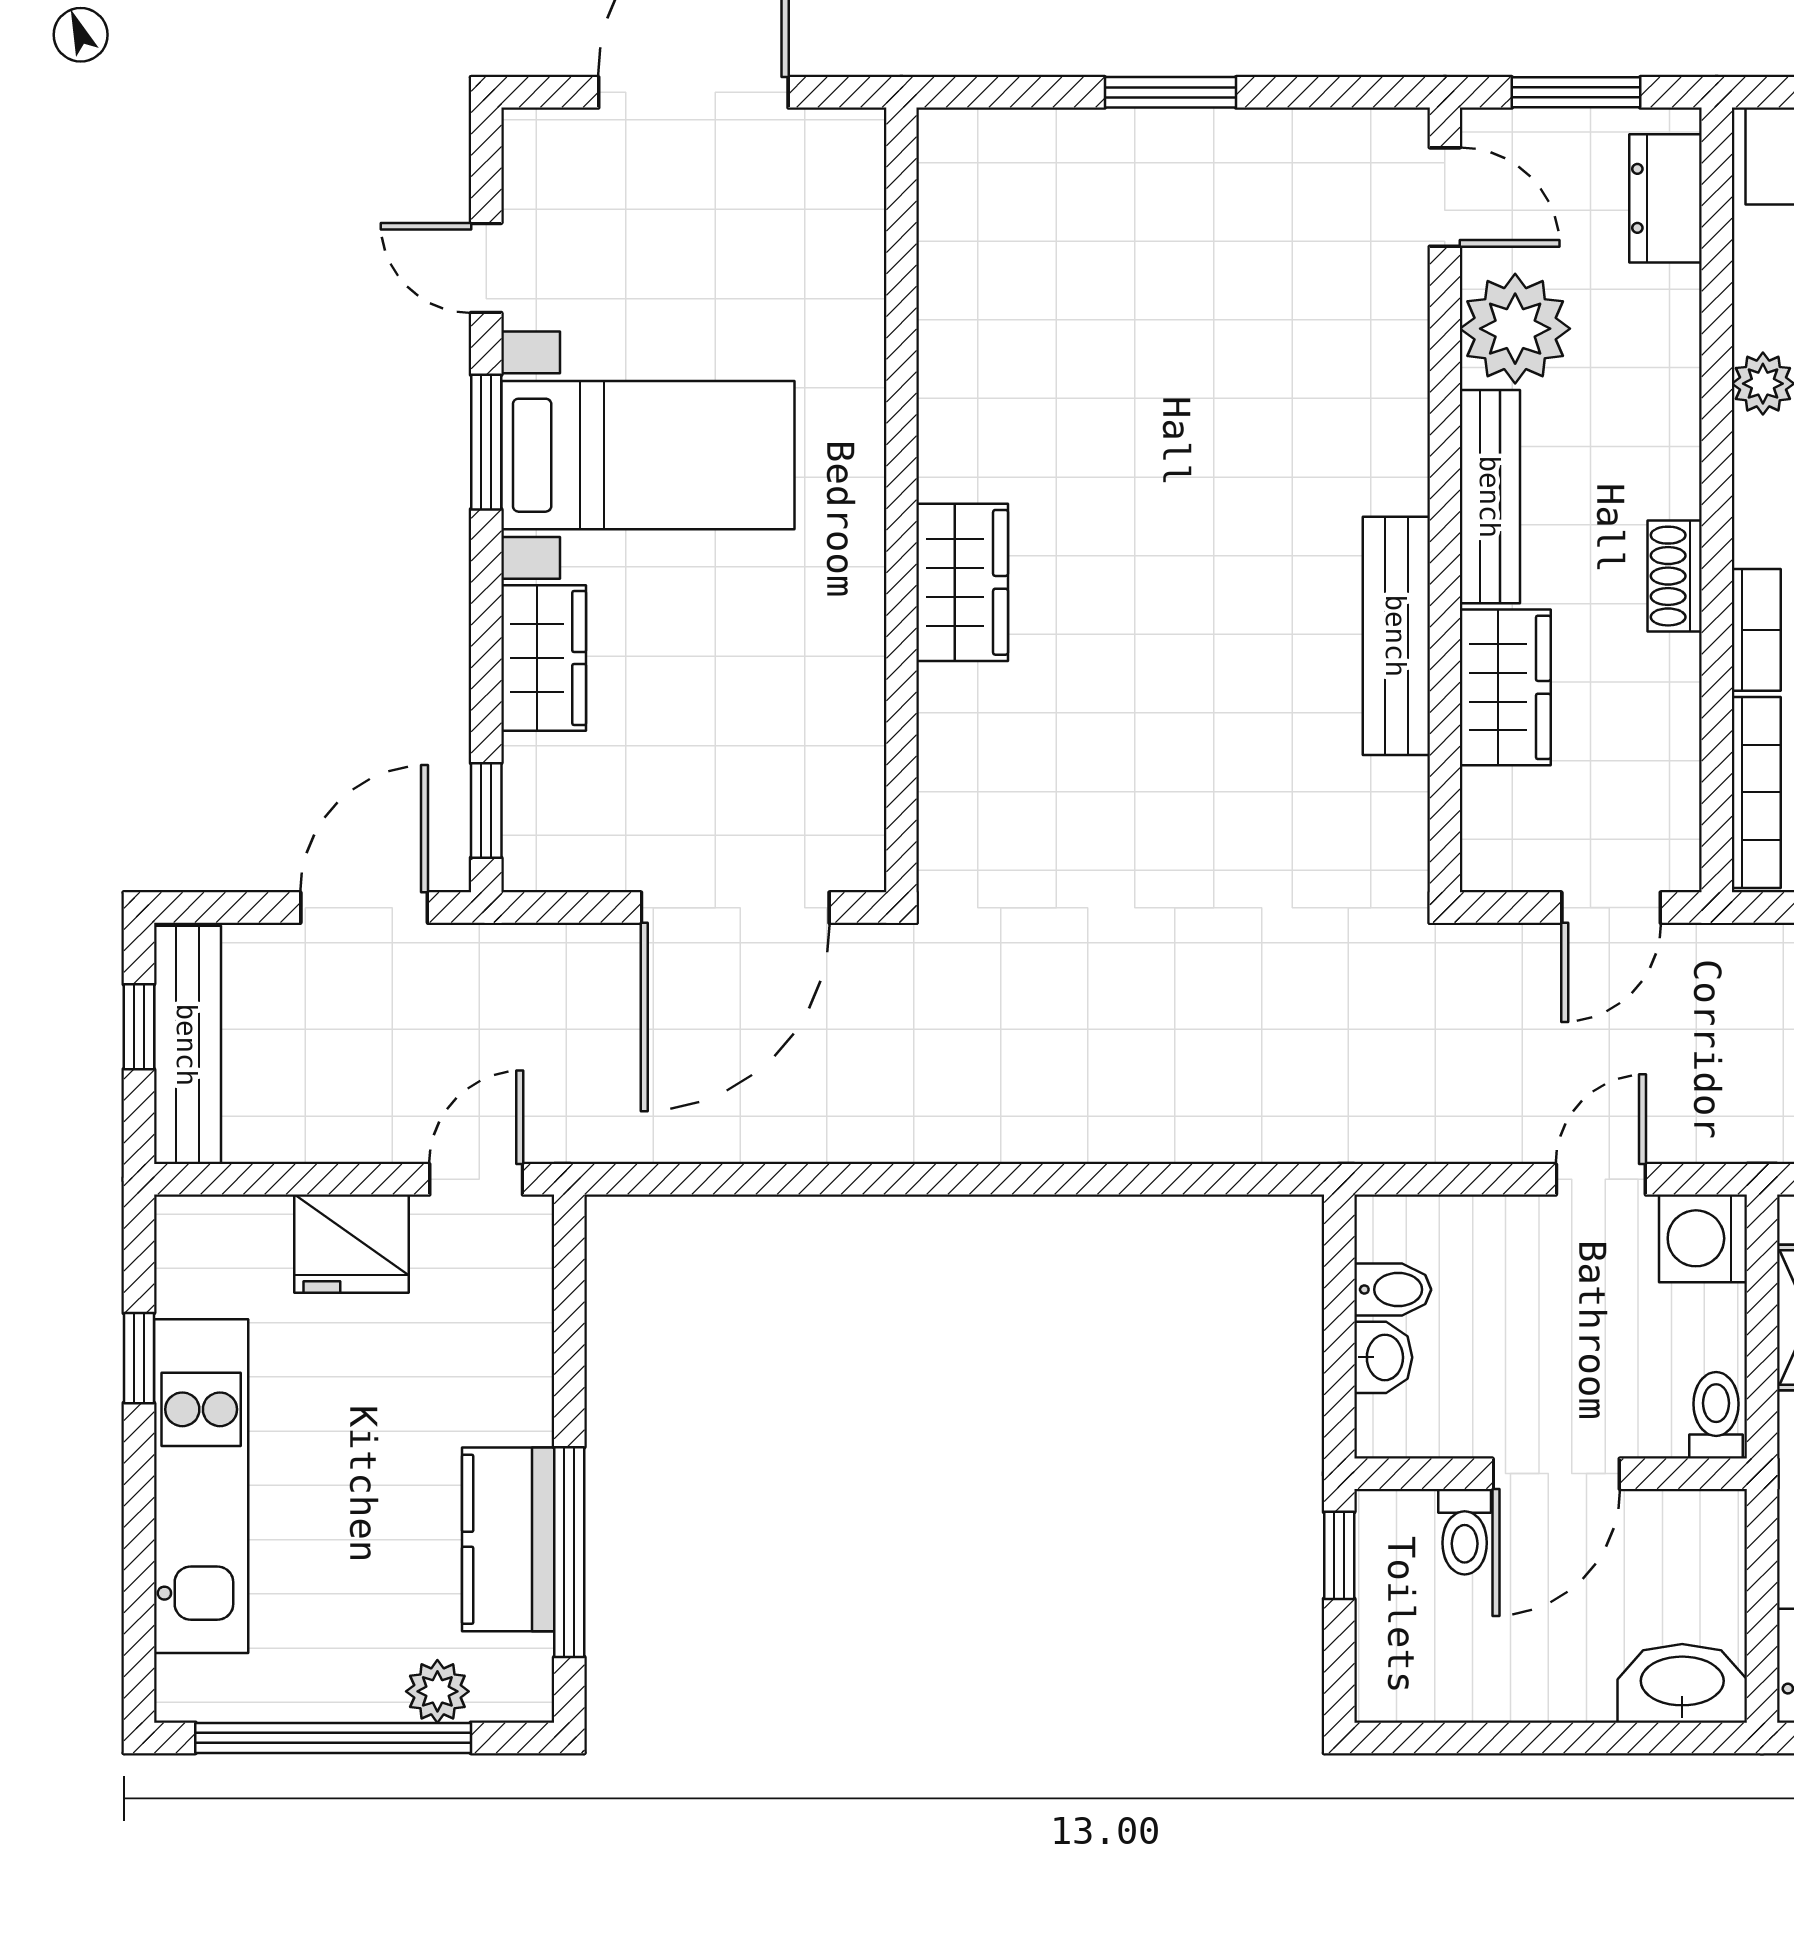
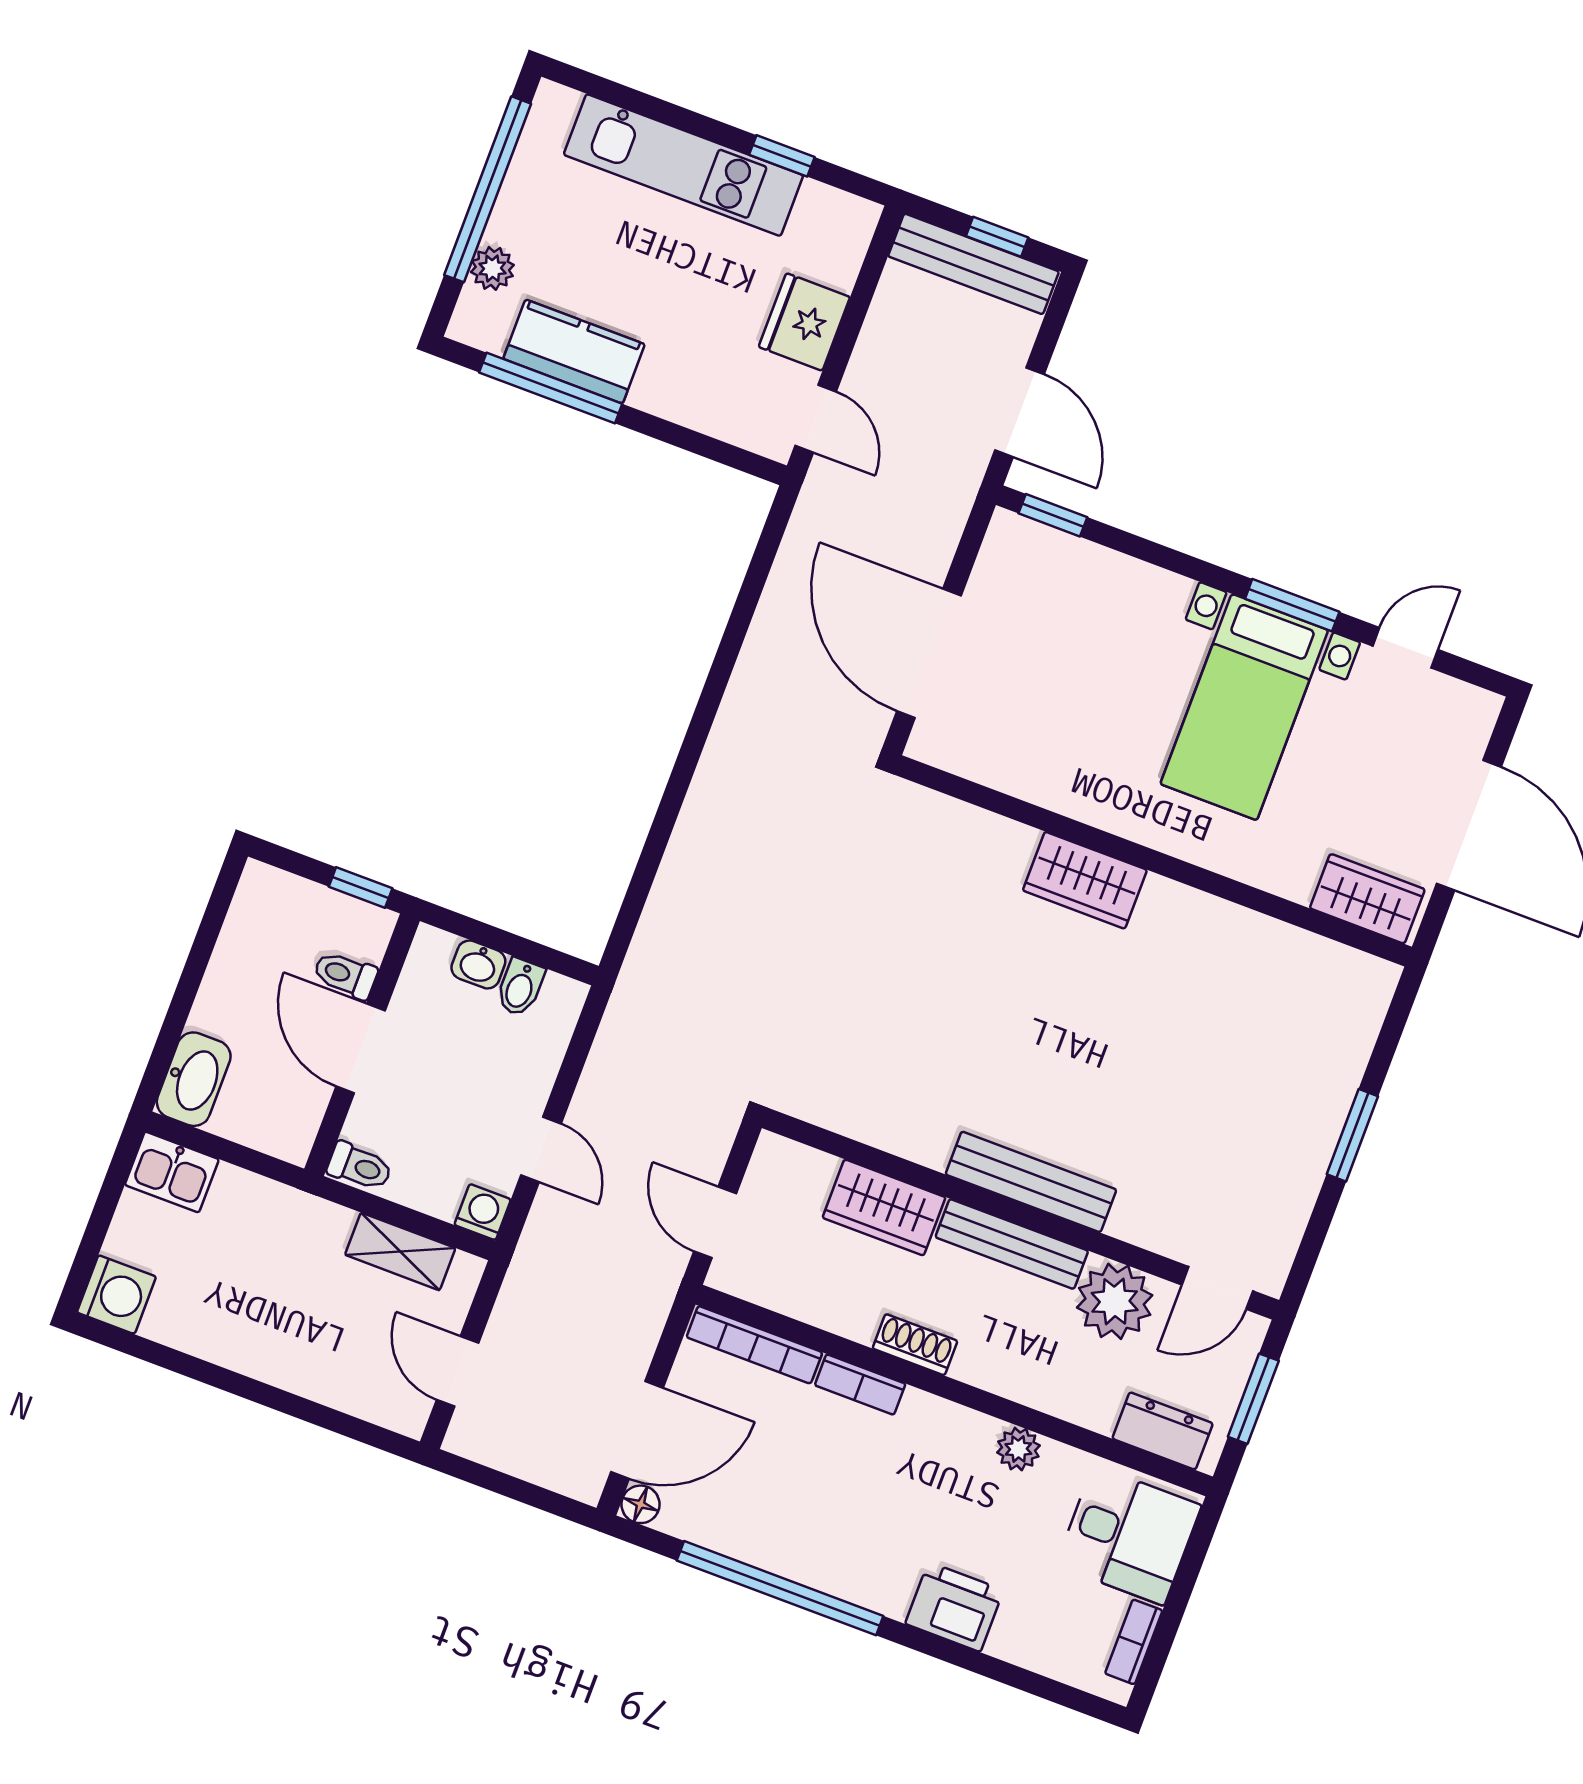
bench: (1396, 636) -> (1031, 1182), moved
wardrobe: (544, 658) -> (1367, 899), moved, turned 180
washing machine: (1703, 1238) -> (483, 1212), width x0.73, depth x0.73

